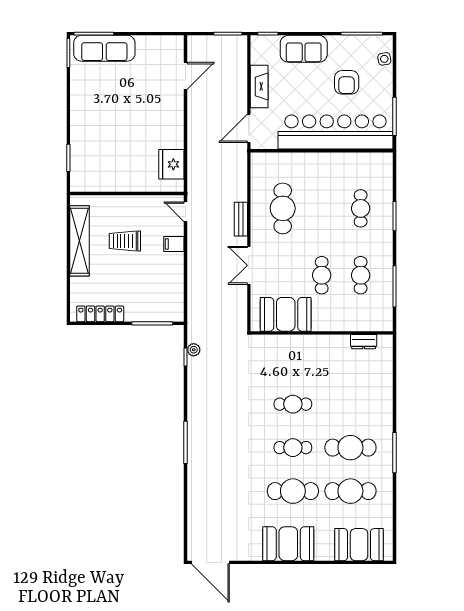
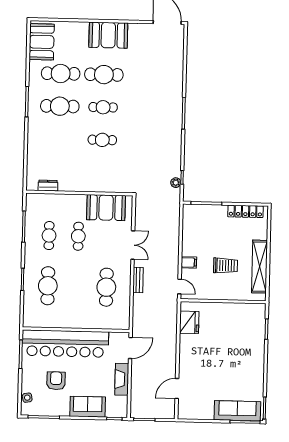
cafe table: (361, 208) -> (48, 286), width x1.37, depth x1.35
booth: (359, 545) -> (42, 42), moved, turned 90

